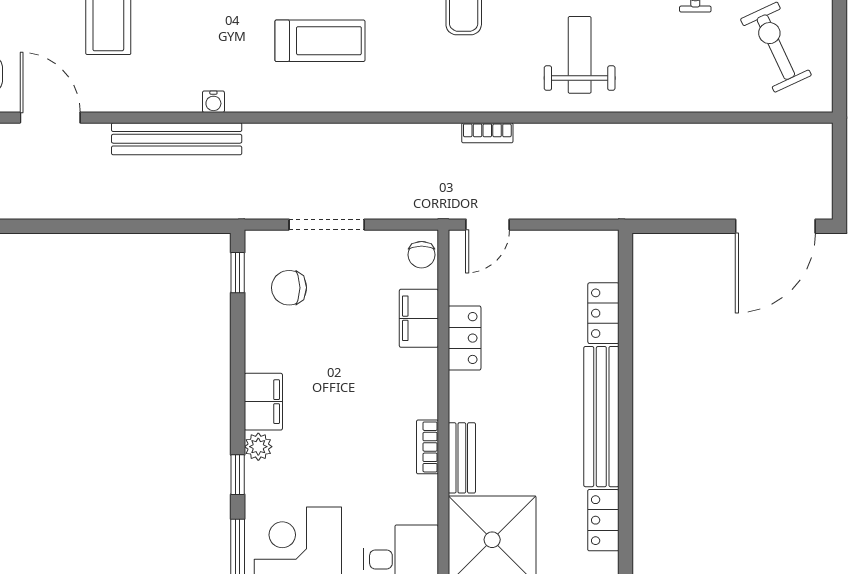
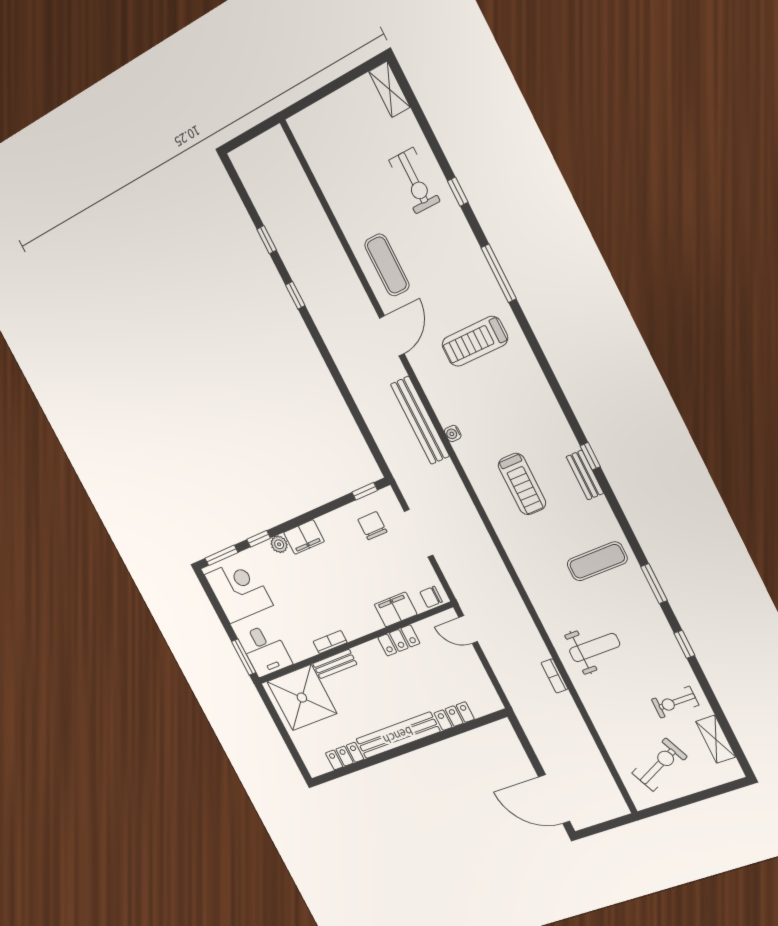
bookcase: (487, 133) -> (554, 676), moved

